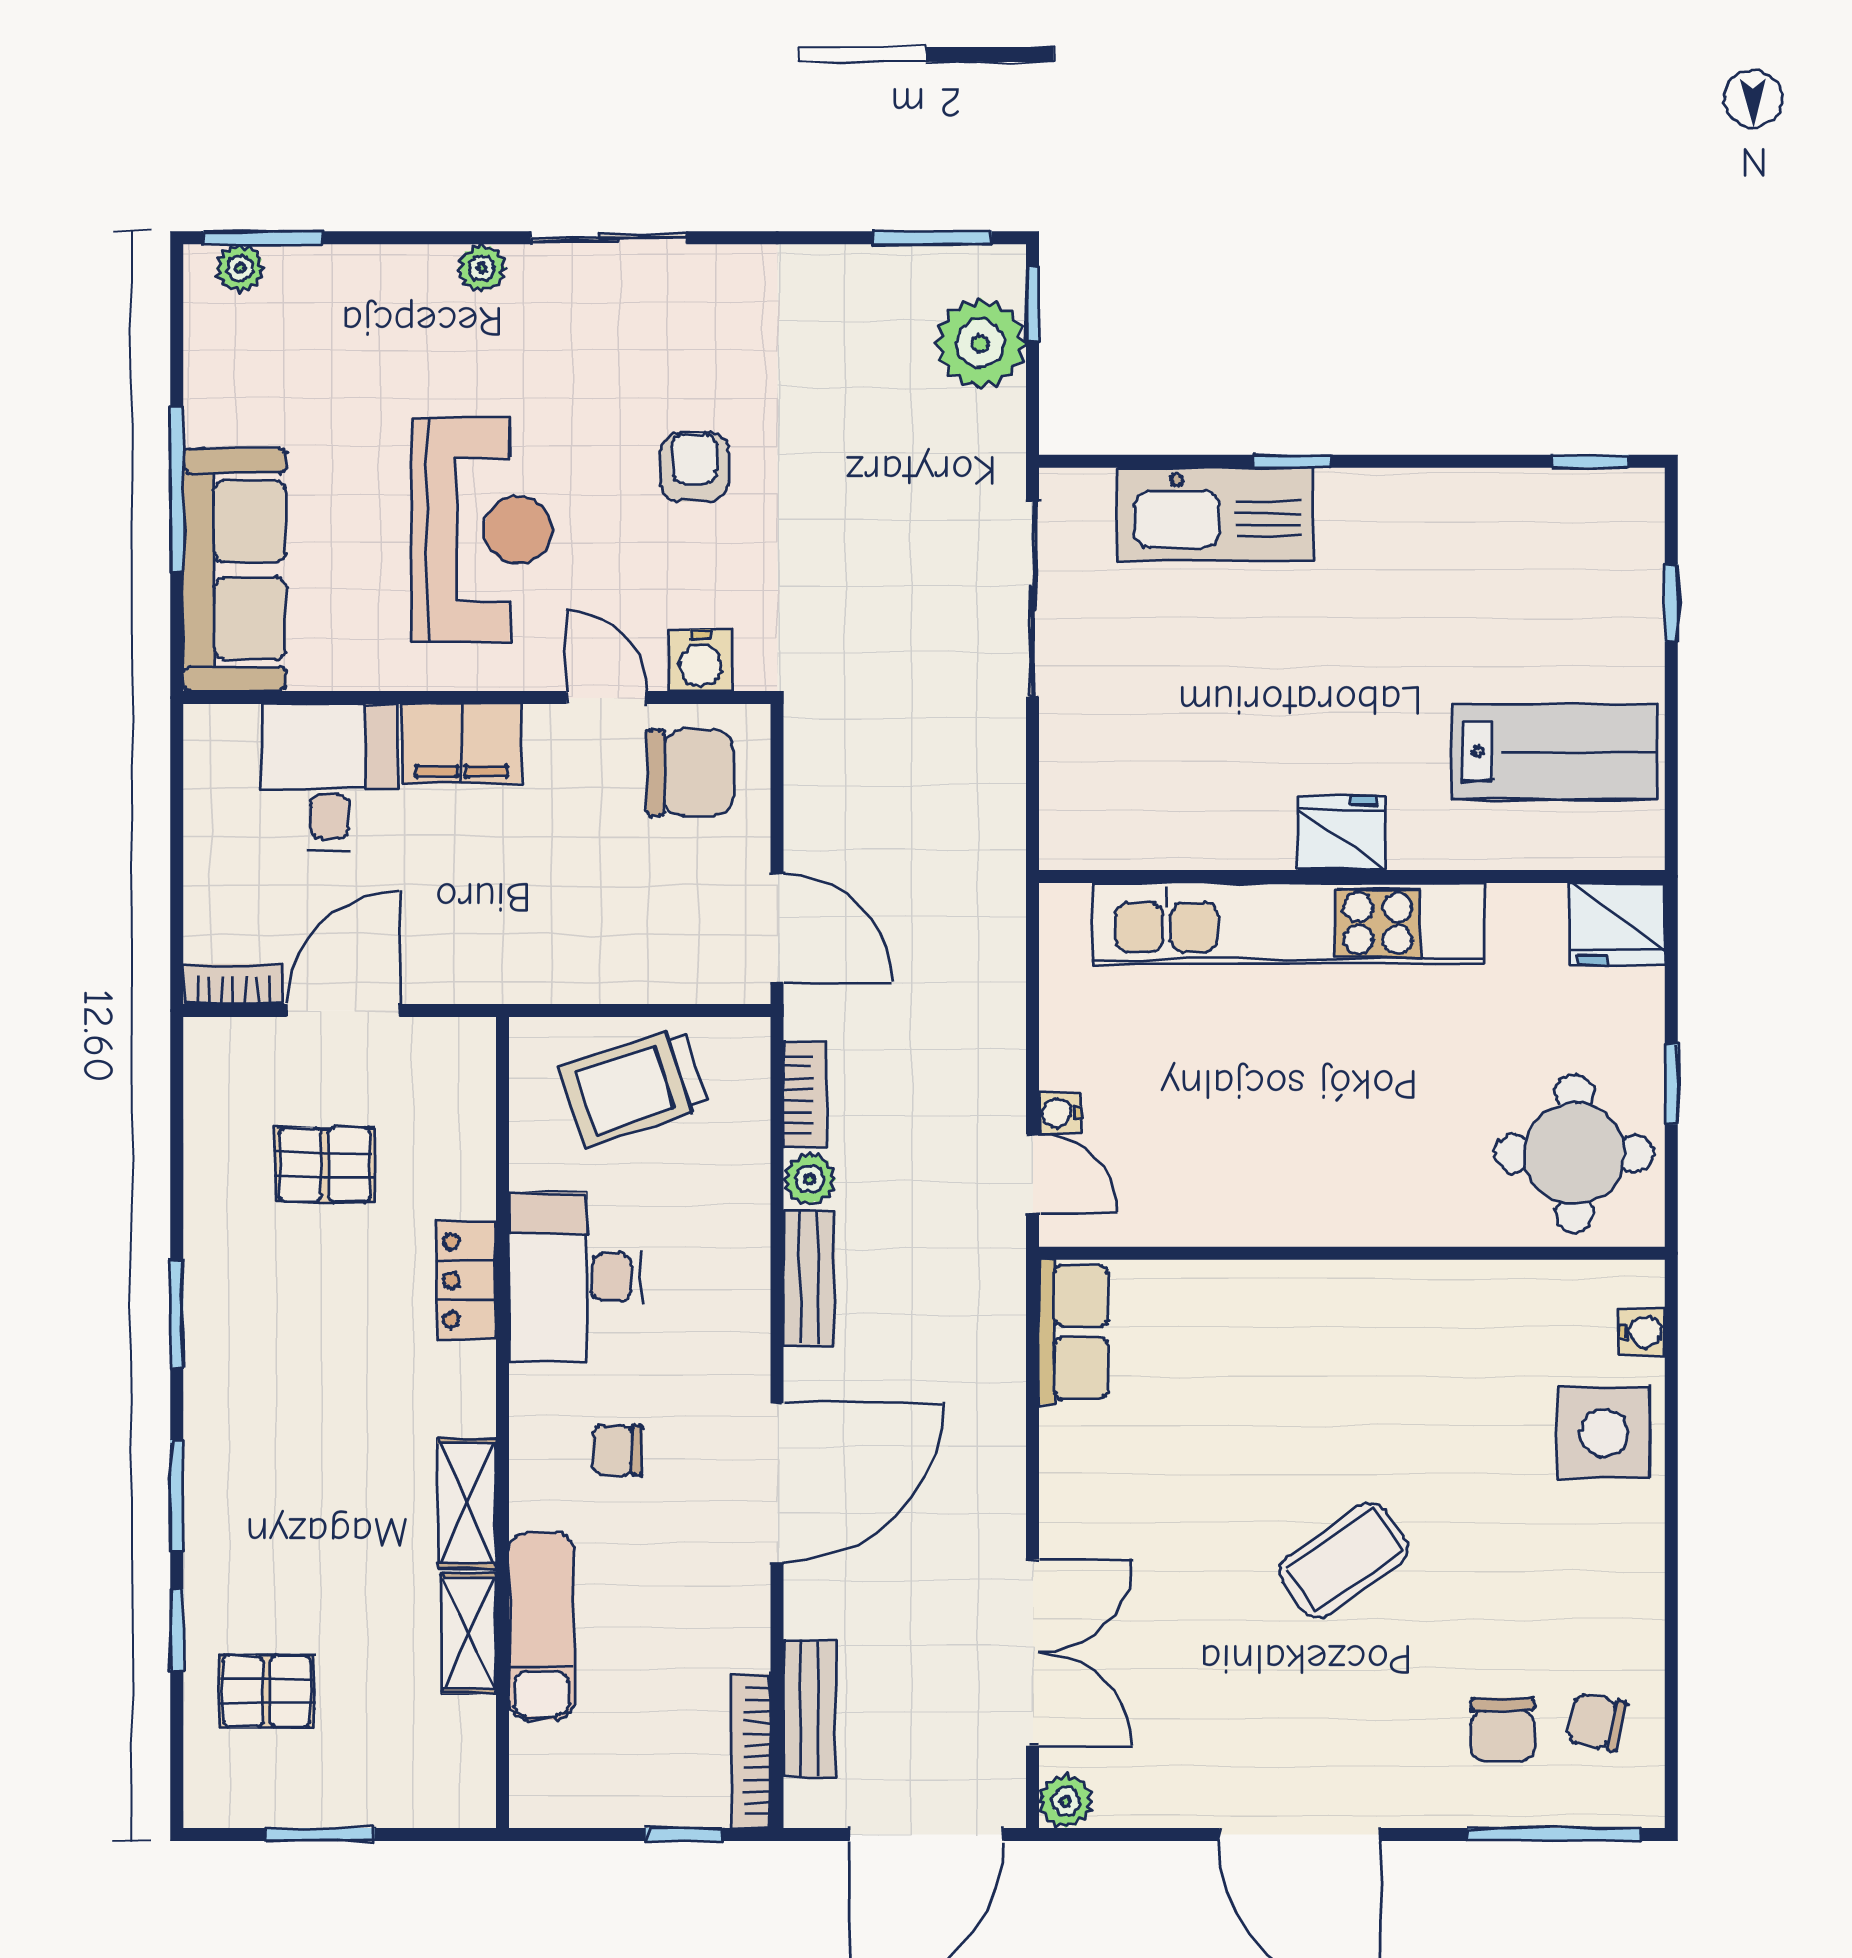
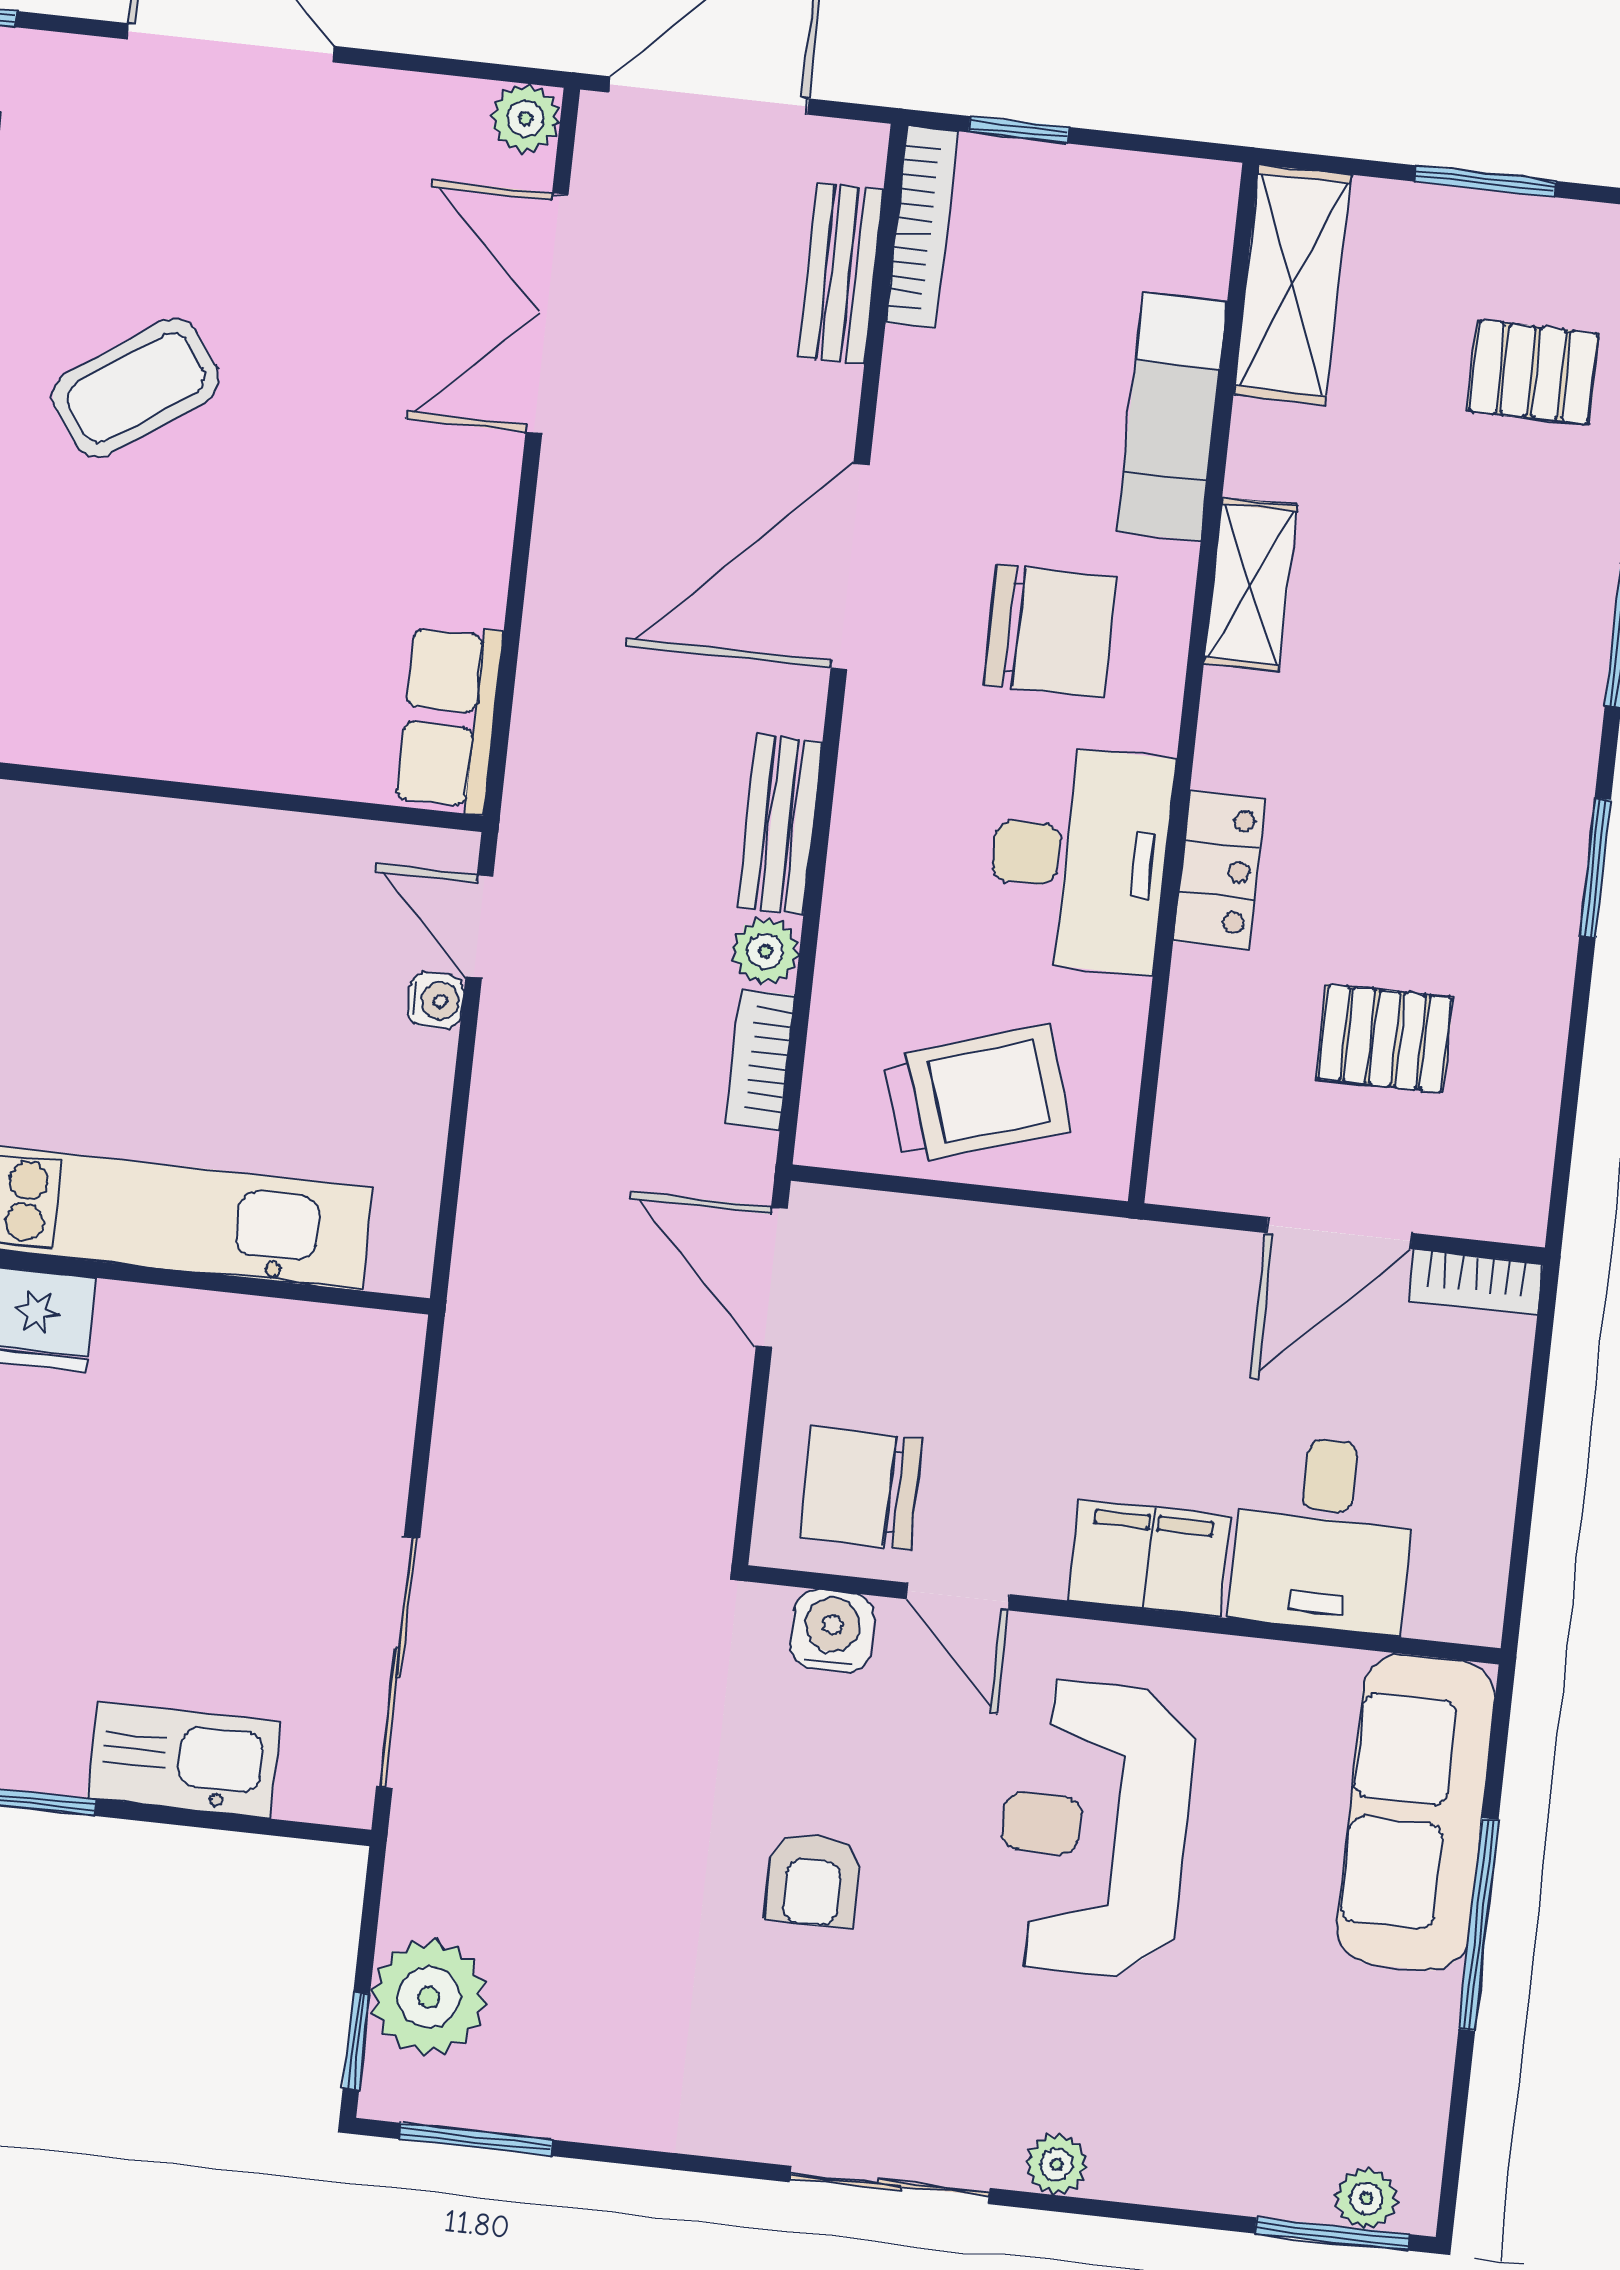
kitchen sink: (1216, 515) -> (184, 1760), width x0.73, depth x0.81
chair: (617, 1450) -> (1050, 631), width x1.87, depth x1.87
shelving: (469, 1633) -> (1292, 285), moved, width x1.50, depth x1.33

